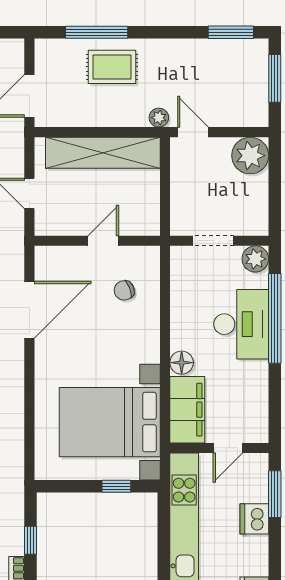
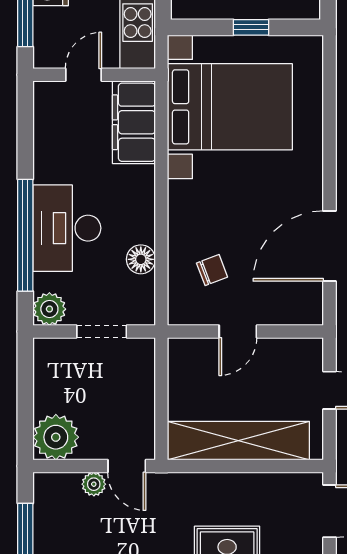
plant: (159, 118) -> (94, 484), moved
floor lamp: (182, 363) -> (141, 259), moved
window: (116, 486) -> (251, 27), moved

